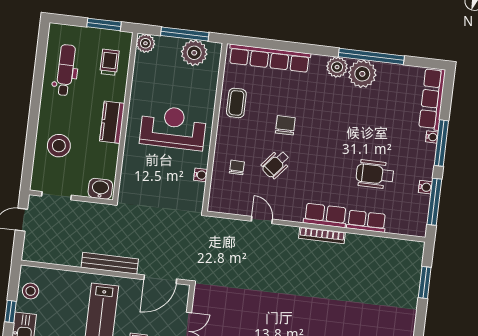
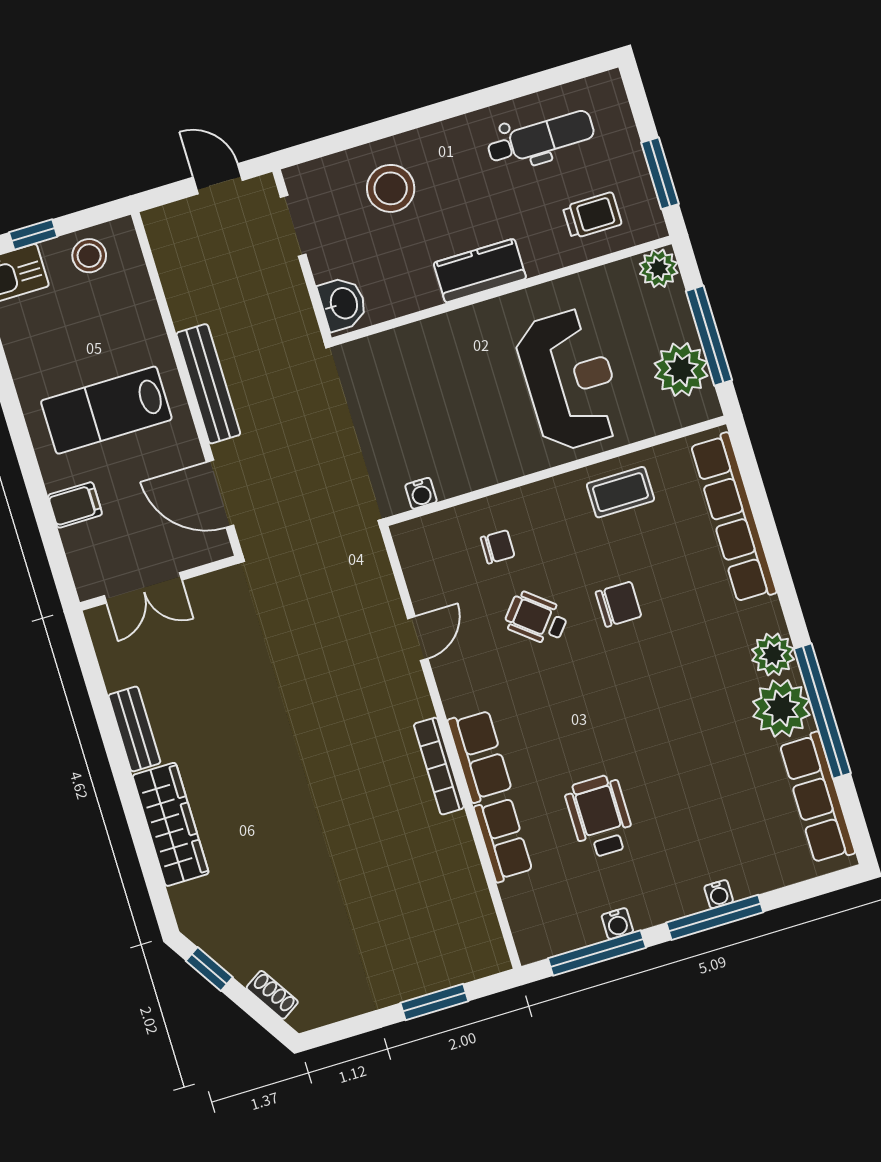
row of seats: (432, 99) -> (817, 798), moved, turned -90
reception desk: (173, 128) -> (570, 380), moved
water cooler: (201, 175) -> (421, 493), moved

